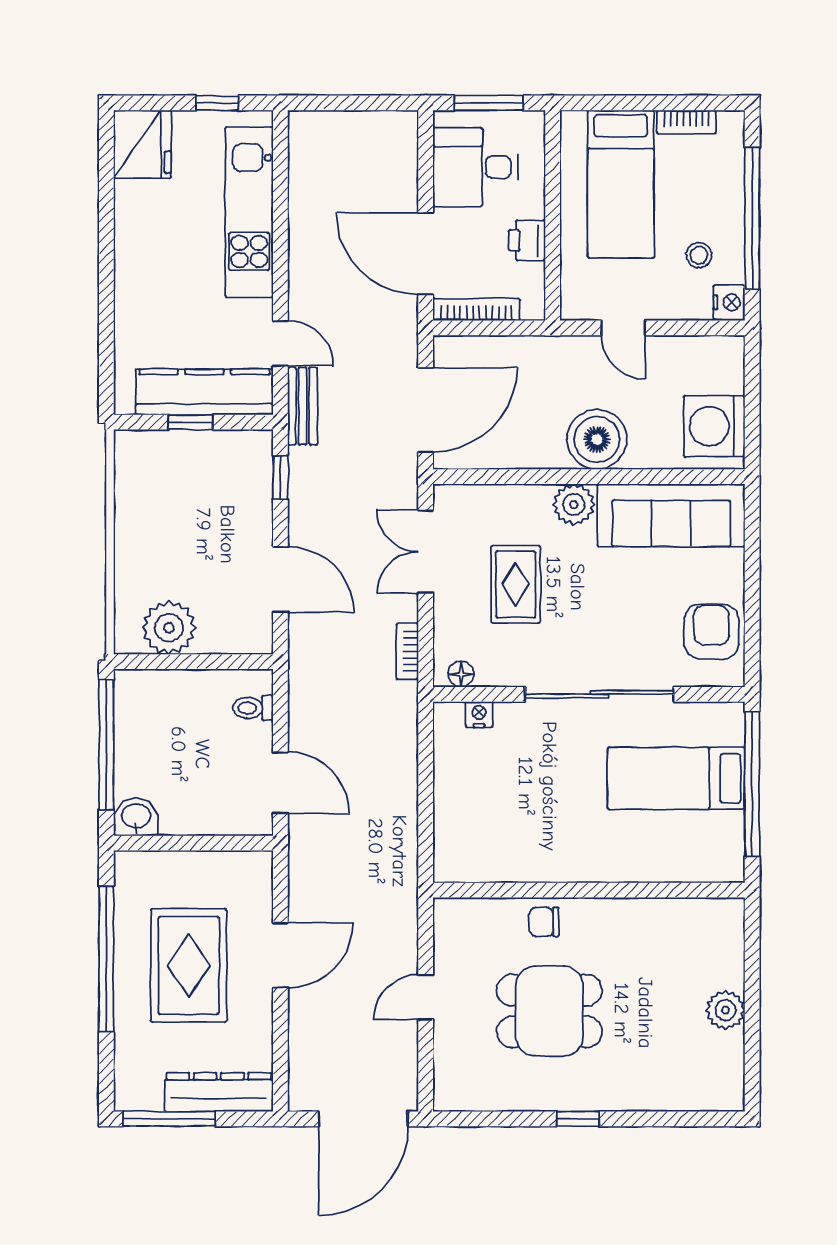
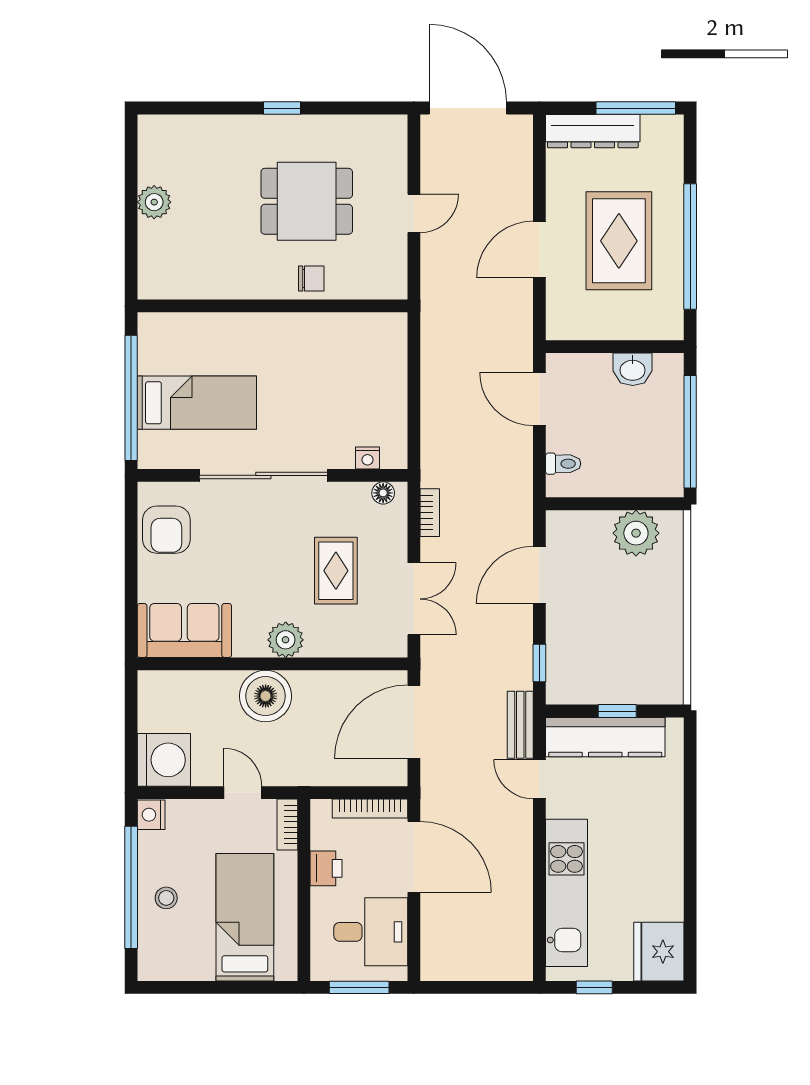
bookcase: (686, 122) -> (287, 825), moved, turned -90
stool: (699, 255) -> (166, 898), moved
washing machine: (714, 426) -> (164, 760), moved
sofa: (671, 515) -> (184, 630), width x0.73
door: (280, 579) -> (539, 575), hinge flipped
washbasin: (136, 817) -> (633, 369), moved
door: (363, 1119) -> (468, 108), hinge flipped

